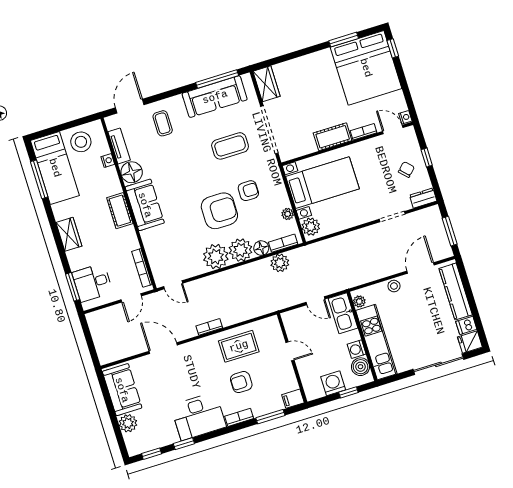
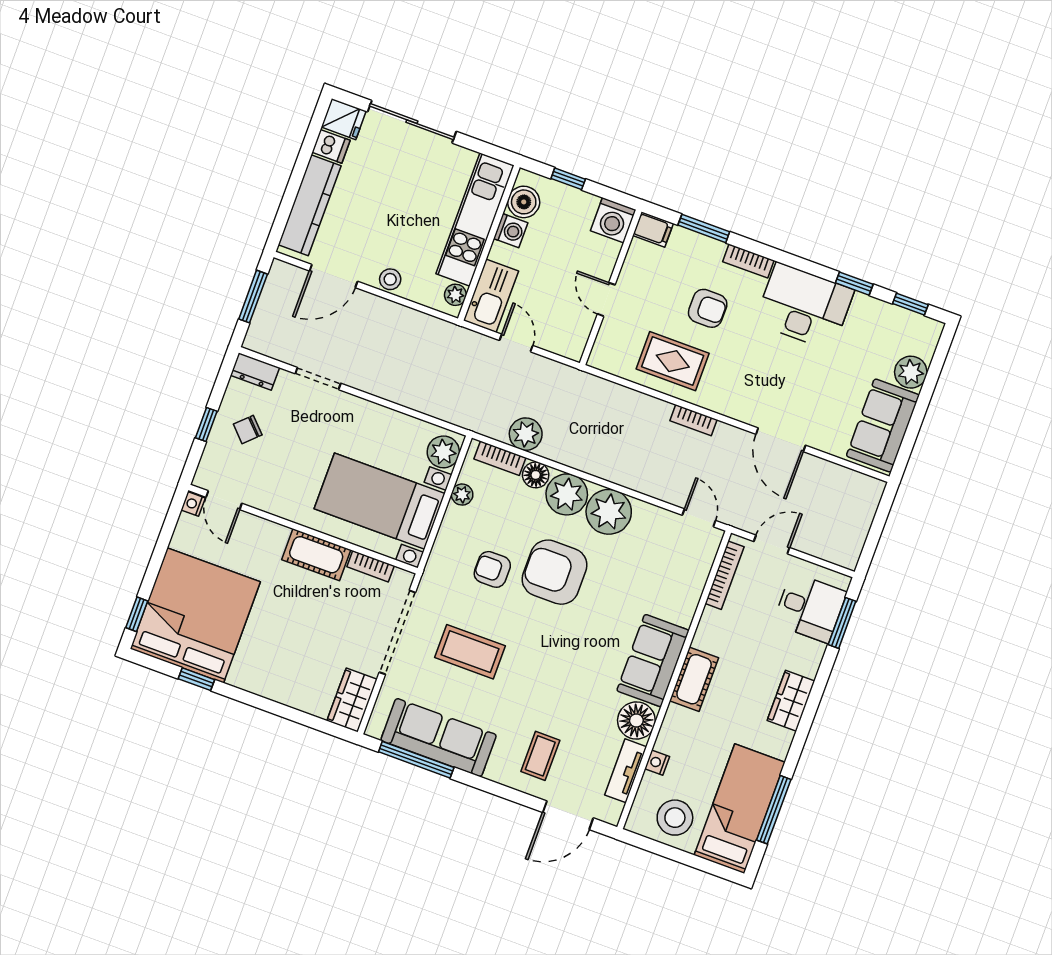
window: (344, 40) -> (196, 679), width x0.67
bookcase: (364, 132) -> (371, 566), moved
washing machine: (333, 383) -> (613, 220), moved

